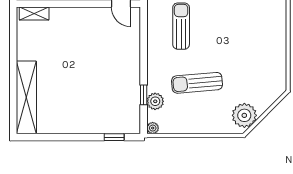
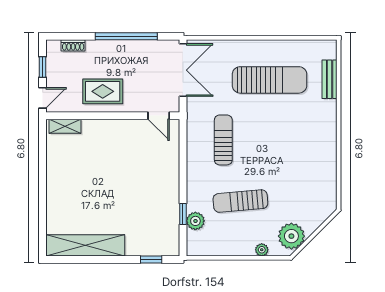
shelving: (26, 97) -> (85, 245), moved, turned 90
plant: (153, 128) -> (262, 250), moved

